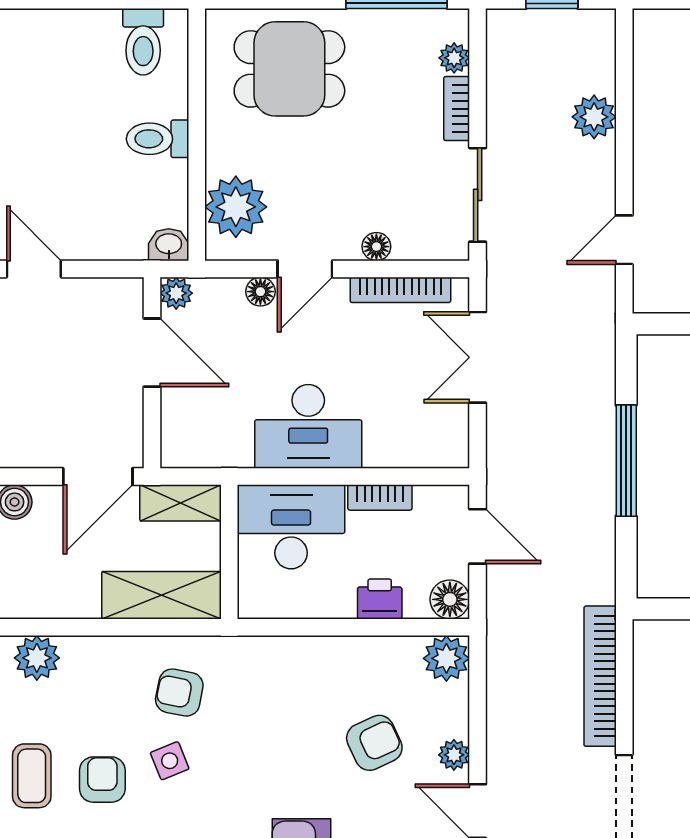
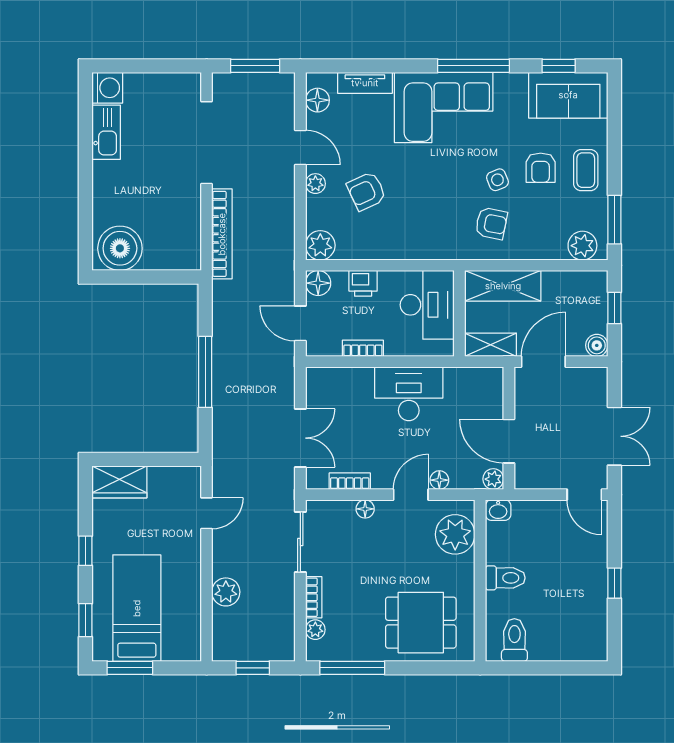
bookcase: (400, 290) -> (350, 481), width x0.64
desk: (291, 527) -> (427, 305), moved, turned -90

